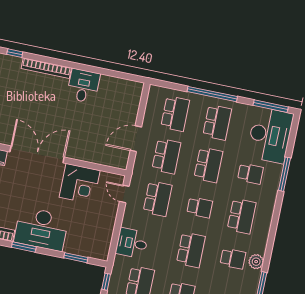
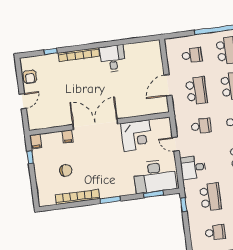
school desk: (175, 114) -> (192, 55), width x0.54
door: (124, 194) -> (176, 144), moved
school desk: (158, 199) -> (201, 126), width x0.54
desk: (41, 229) -> (155, 176), moved

